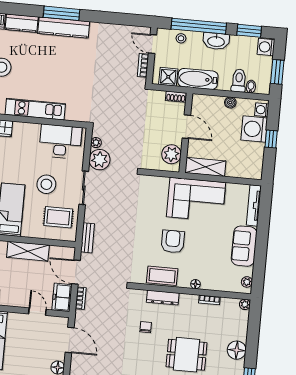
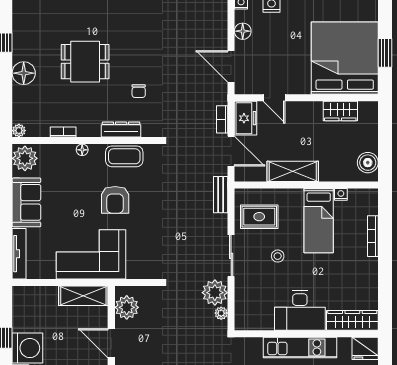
desk: (60, 142) -> (300, 310), moved
stool: (46, 184) -> (278, 256), width x0.53, depth x0.53
plant: (247, 282) -> (25, 158), width x1.88, depth x1.88

